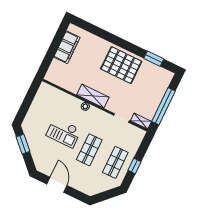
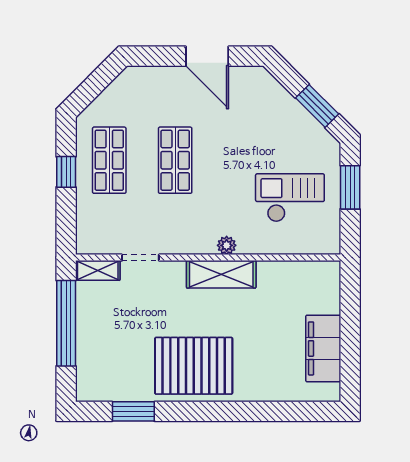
window: (25, 106) -> (350, 187), added
checkout: (64, 132) -> (290, 198), moved

